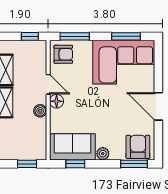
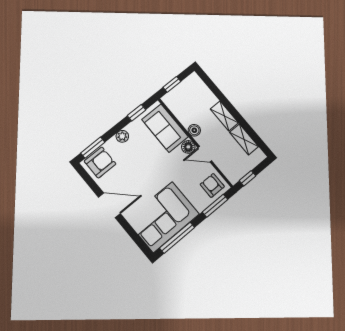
window: (126, 36) -> (177, 238), width x1.44
armchair: (63, 54) -> (212, 185), turned 90
sofa: (72, 147) -> (165, 128), moved, turned 90
armchair: (138, 147) -> (100, 163), turned -90

